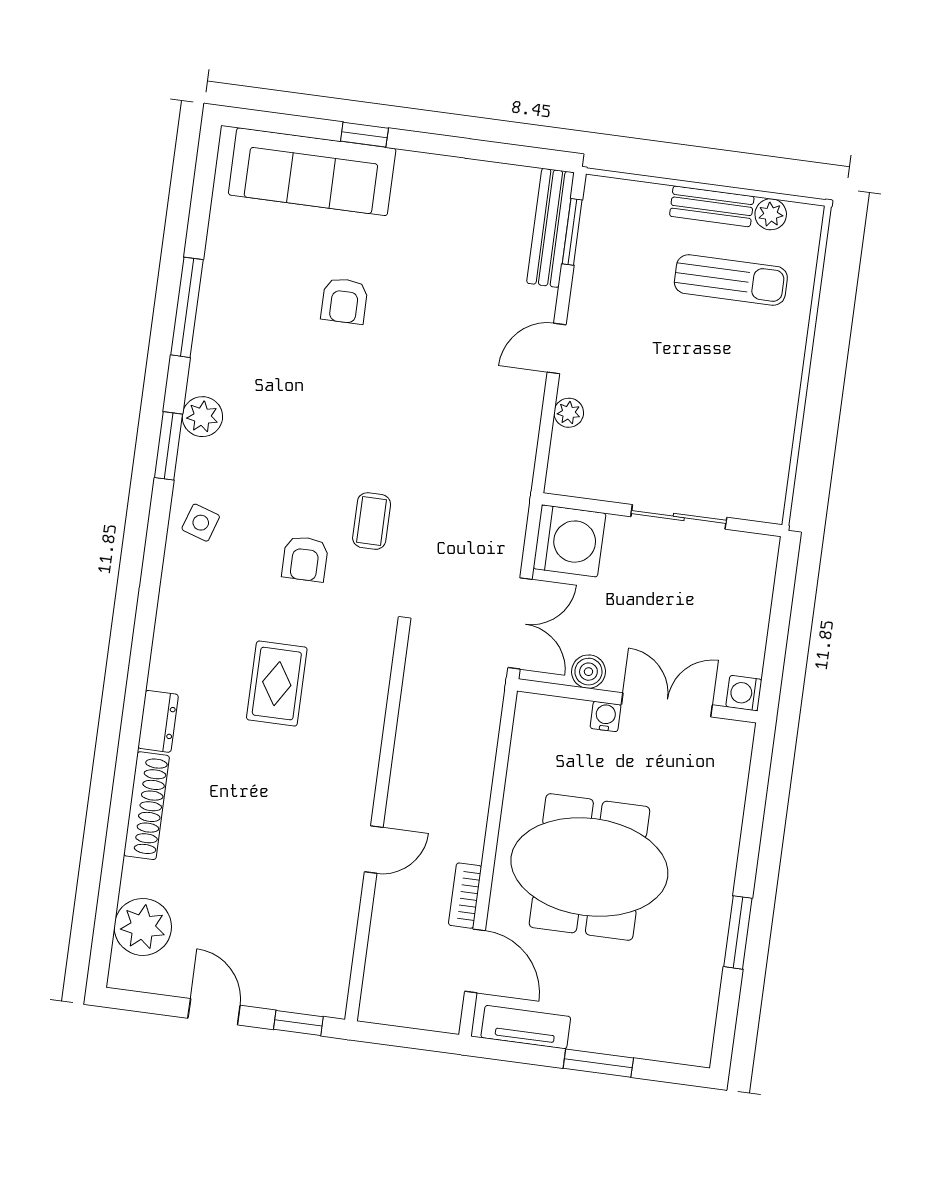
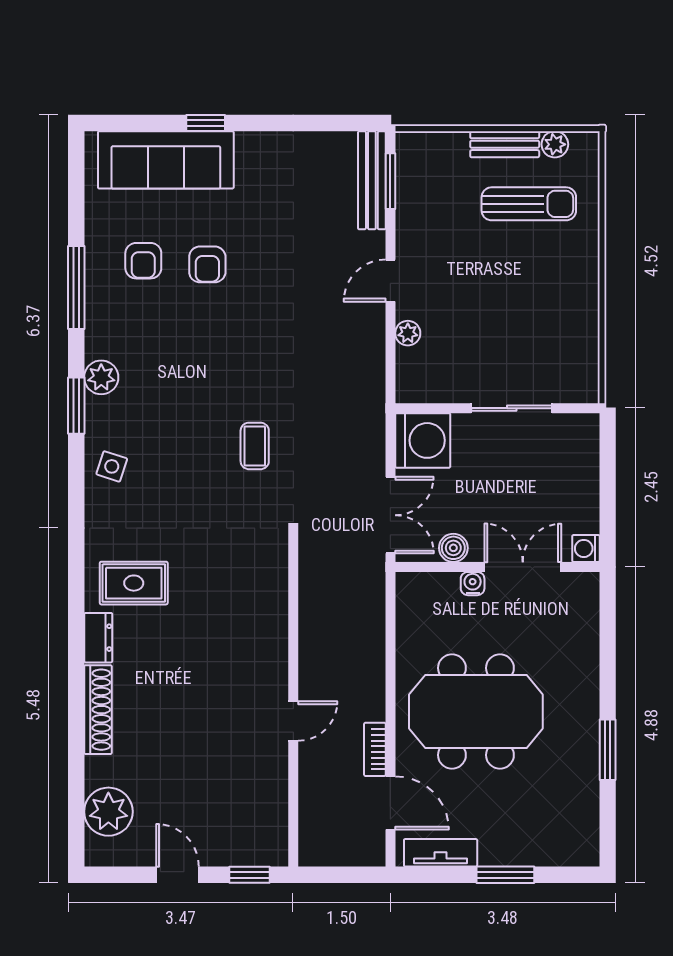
armchair: (305, 559) -> (143, 261), moved
rug: (277, 684) -> (134, 583), moved, turned 90

